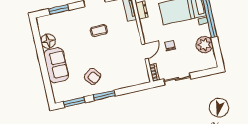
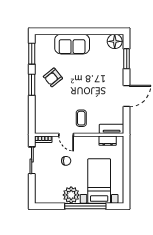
coffee table: (99, 31) -> (81, 118), moved
floor lamp: (48, 41) -> (115, 41), moved
plant: (204, 45) -> (71, 195), moved

